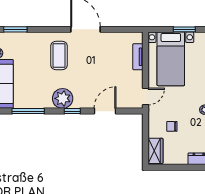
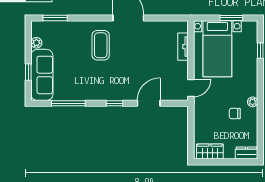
plant: (63, 98) -> (104, 90), removed
chair: (172, 126) -> (235, 114), moved
wardrobe: (155, 151) -> (210, 152), moved, turned -90

